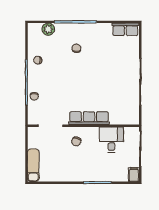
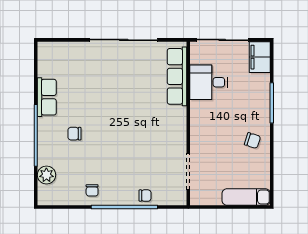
row of seats: (125, 29) -> (47, 97), moved
row of seats: (89, 118) -> (177, 76), moved
chair: (76, 141) -> (252, 141), moved
filing cabinet: (134, 174) -> (260, 57), width x2.00

